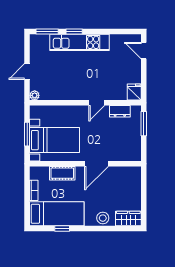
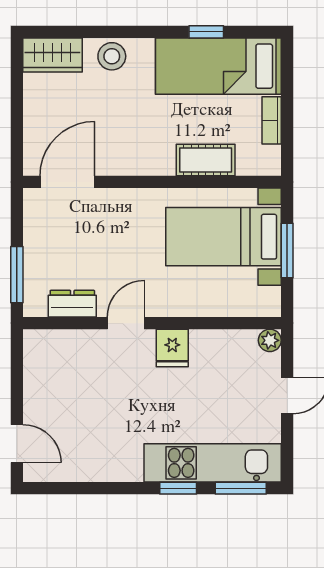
kitchen unit: (80, 42) -> (213, 463), moved
fridge: (134, 92) -> (172, 348), moved
door: (96, 164) -> (67, 182), moved

